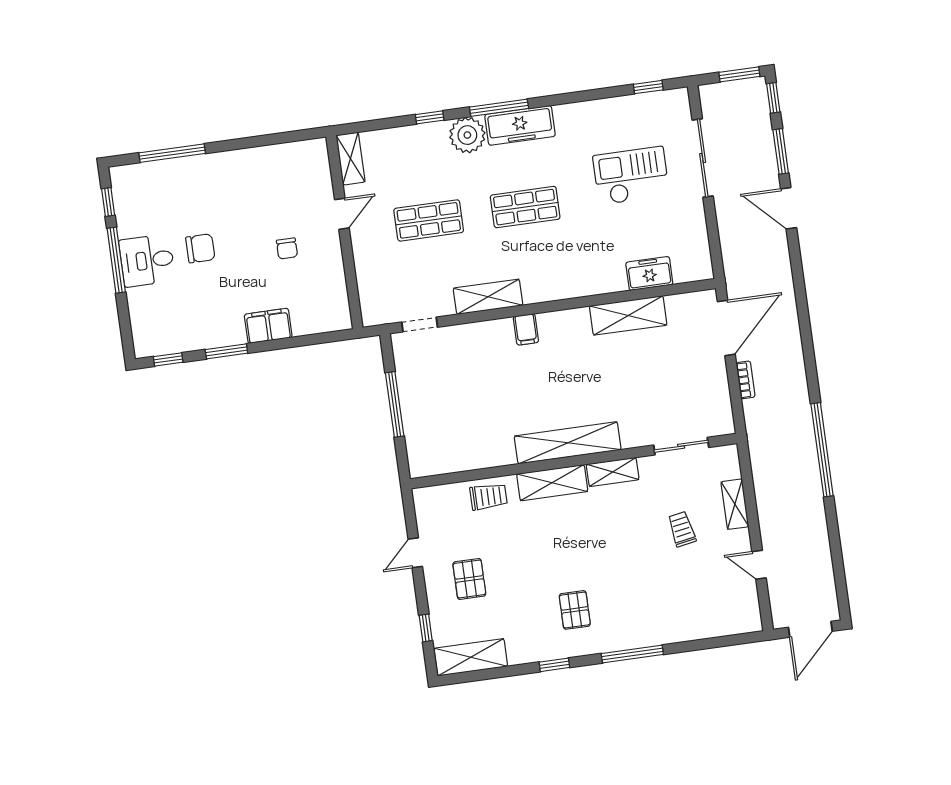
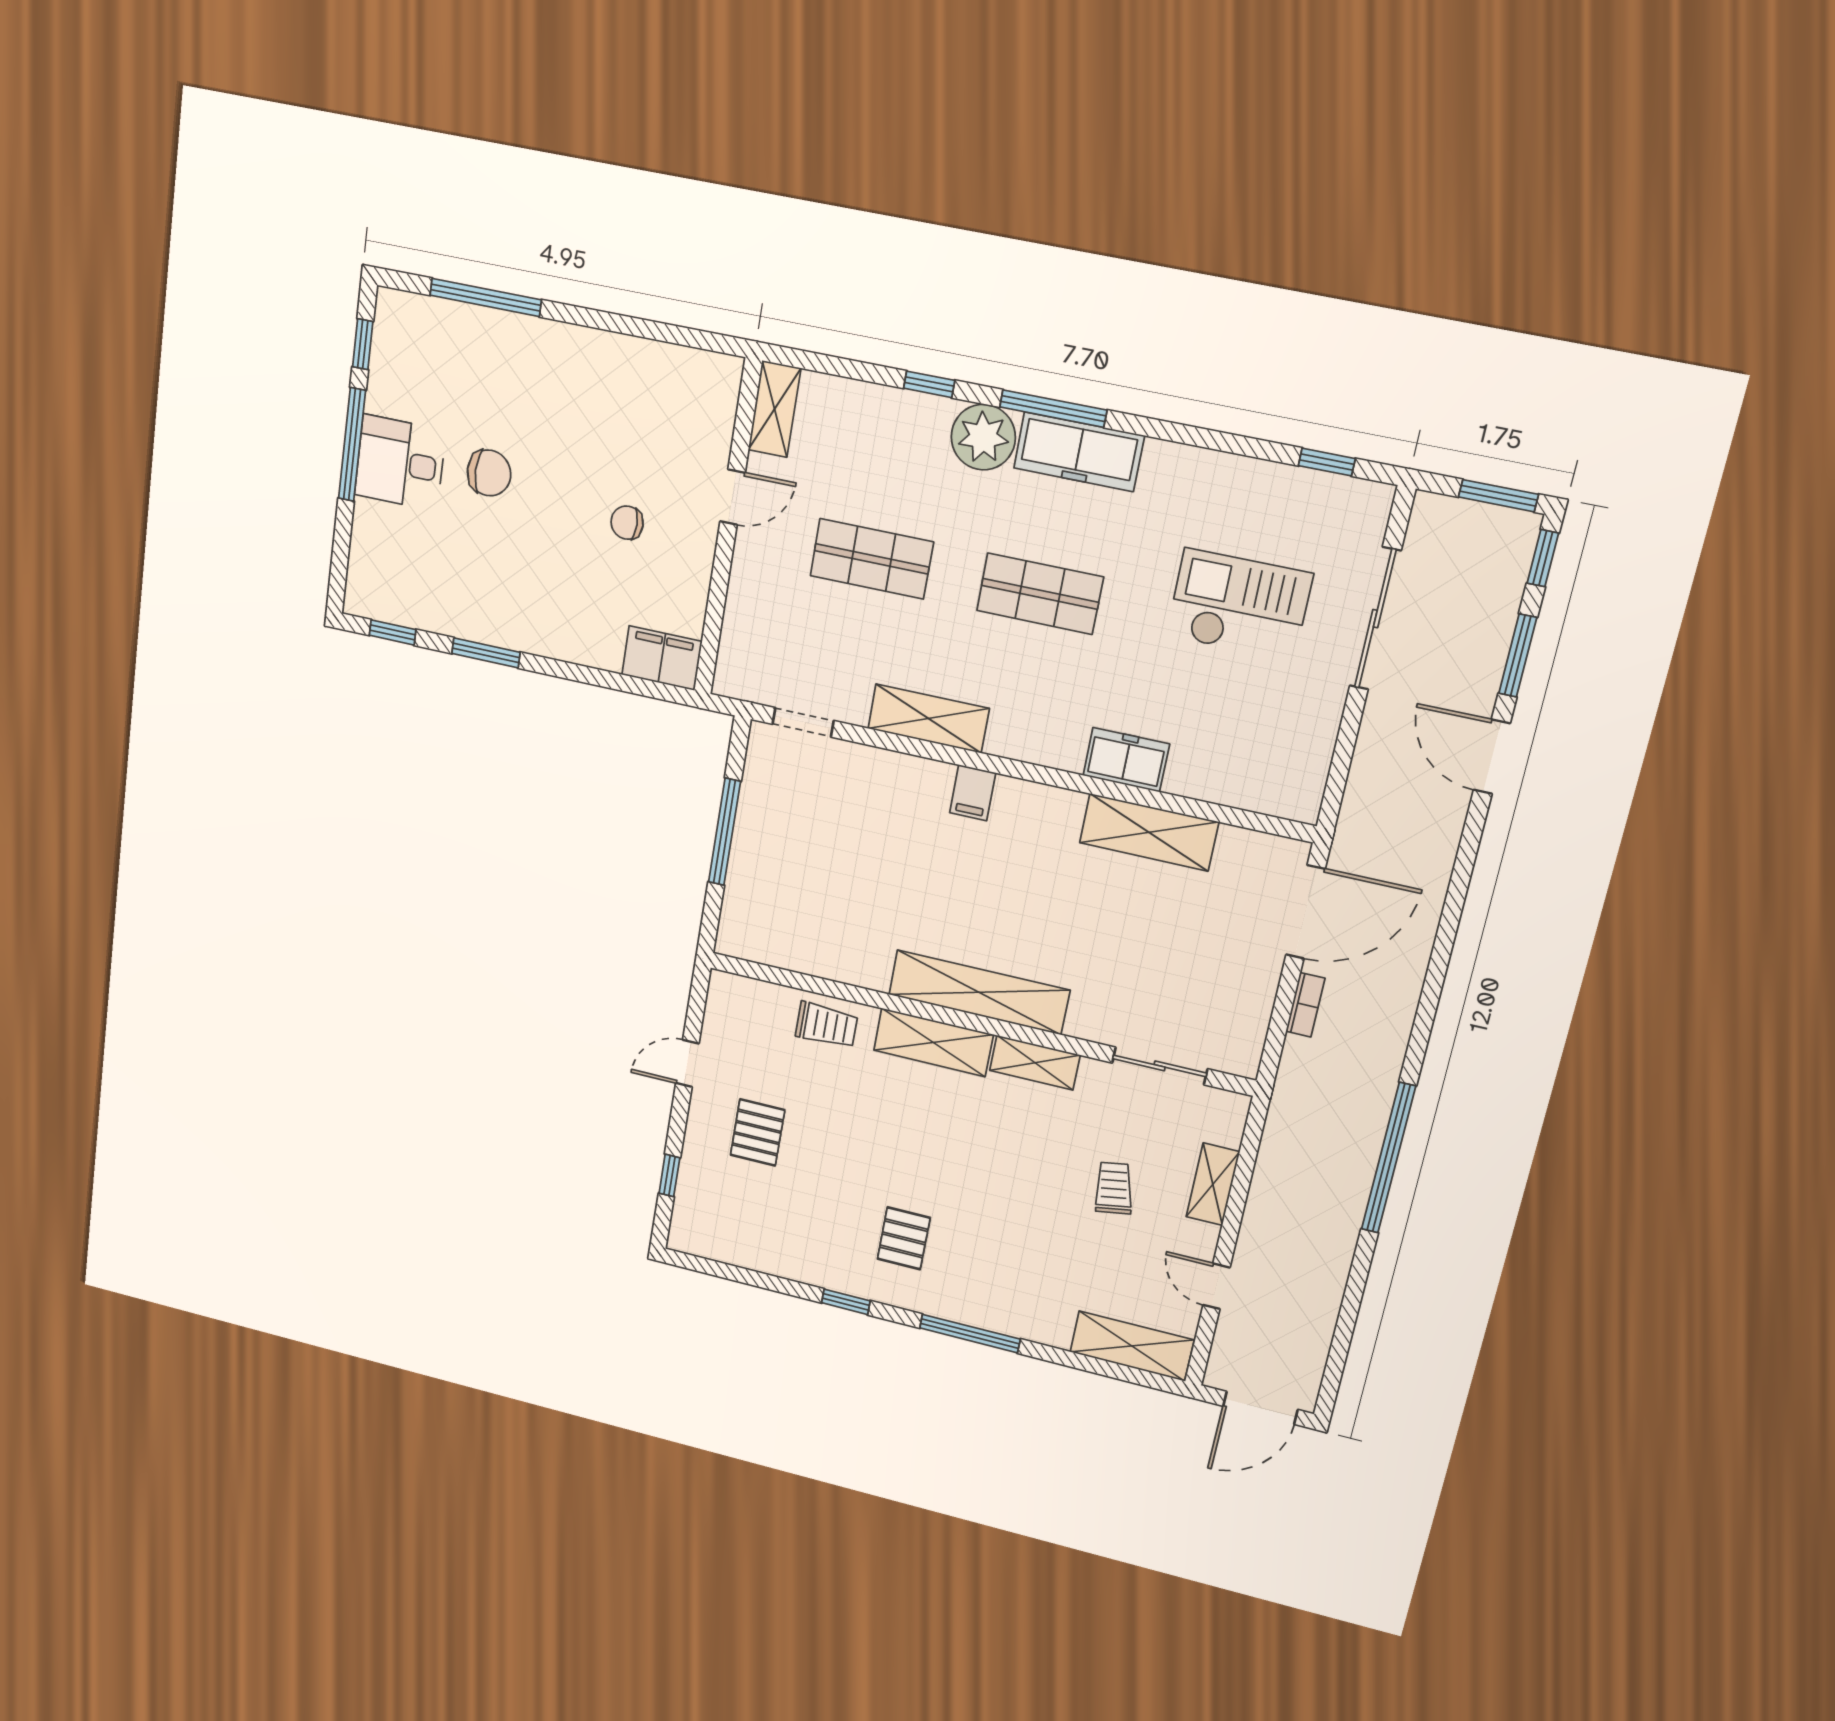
chair: (287, 248) -> (627, 523), turned 90
freezer: (649, 273) -> (1126, 760), moved
filing cabinet: (268, 326) -> (662, 658), moved
shelving: (471, 657) -> (1132, 1346), moved

